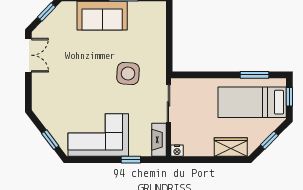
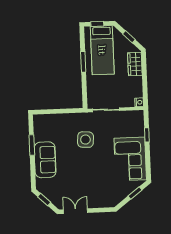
window: (255, 75) -> (83, 62), moved
fireplace: (159, 140) -> (132, 116), removed

